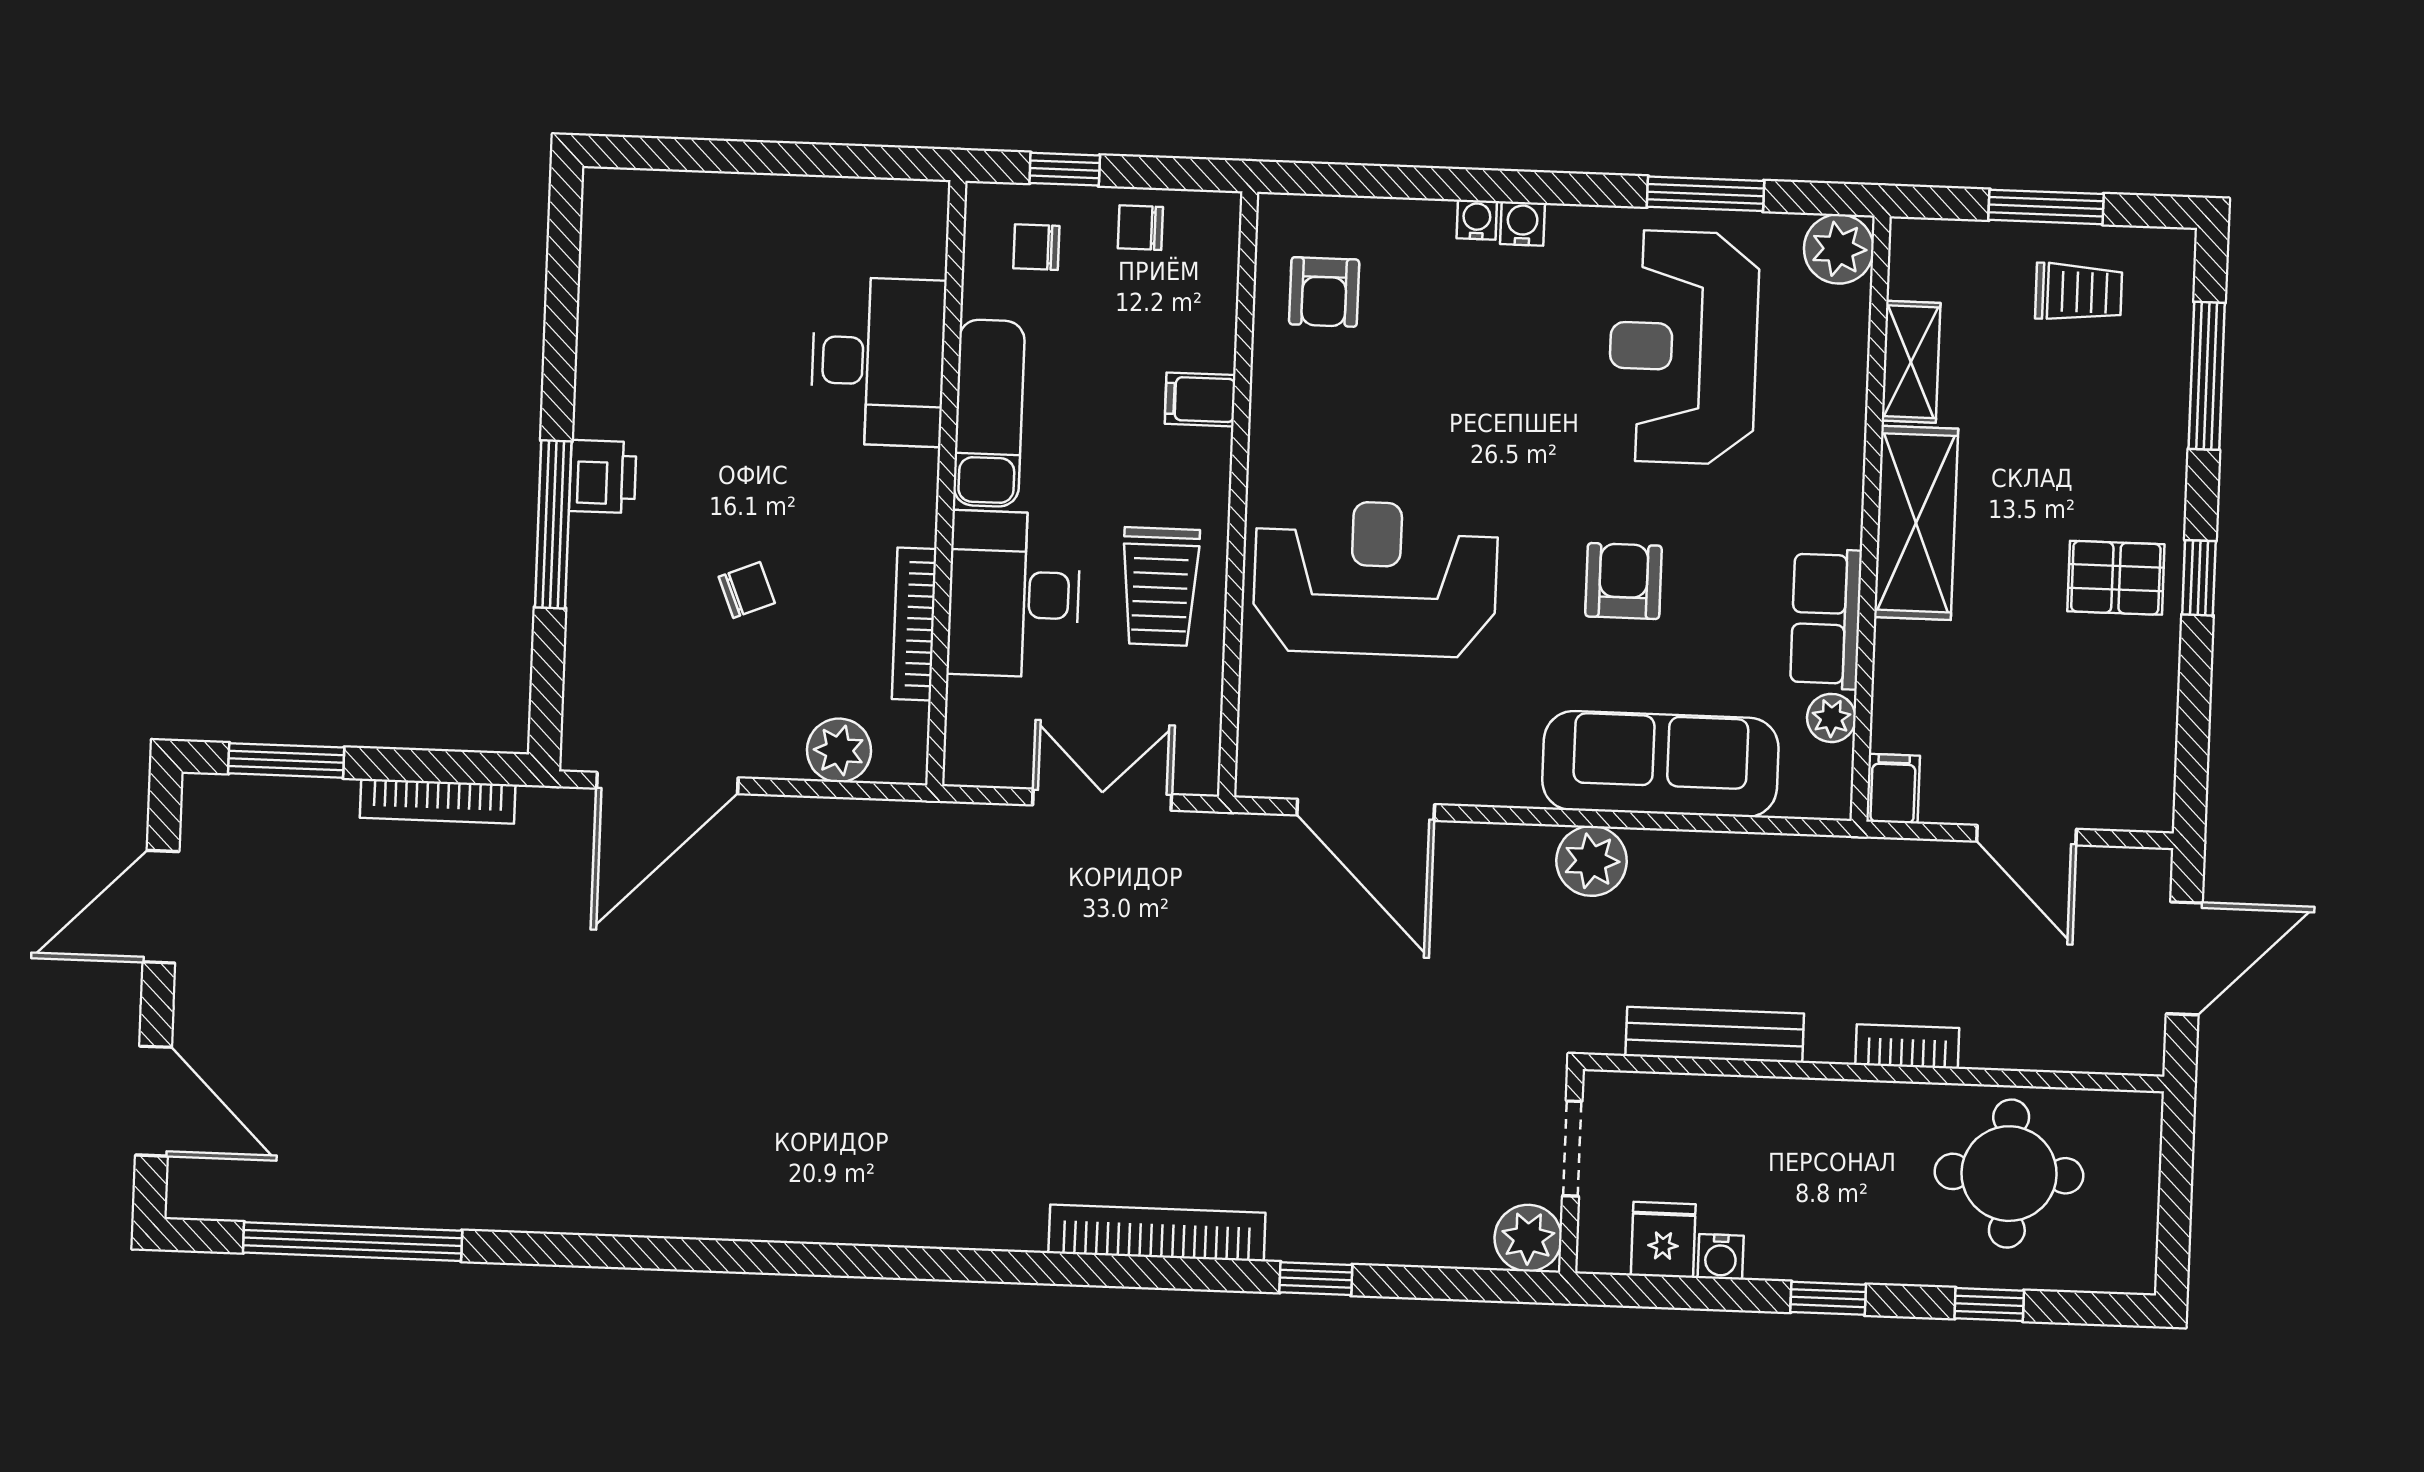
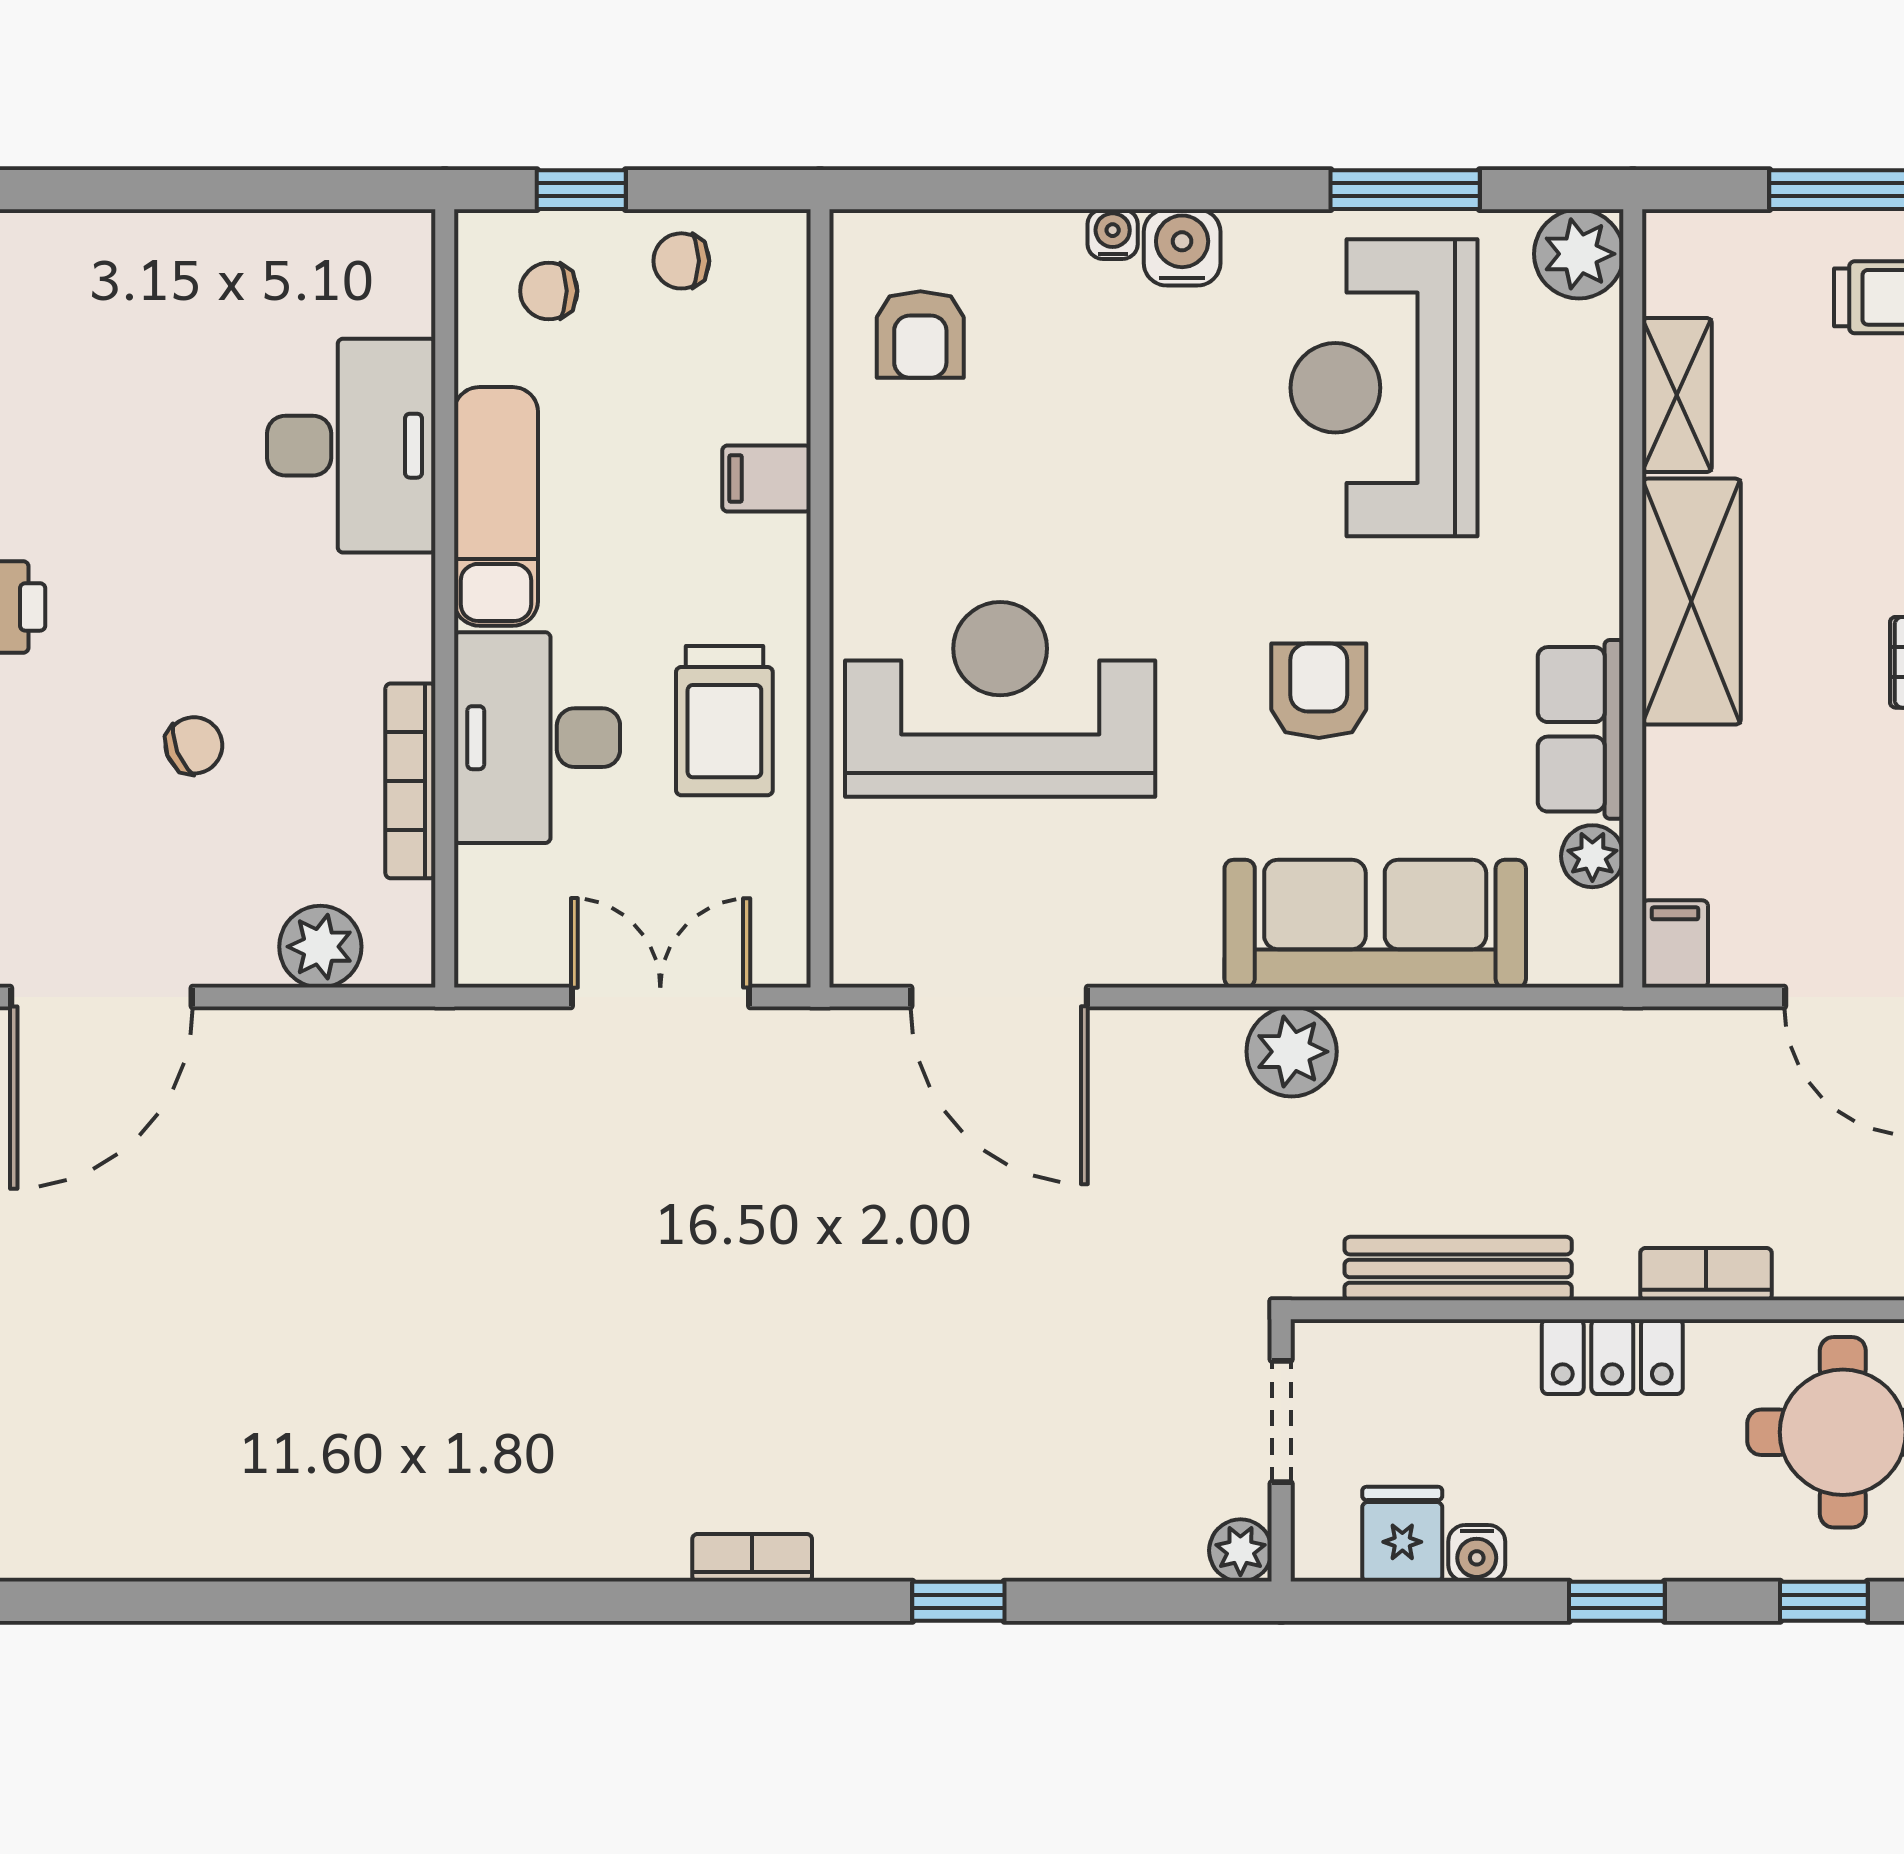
water cooler: (1522, 224) -> (1182, 247), width x1.38, depth x1.38
locker: (1832, 1108) -> (1612, 1357), added
bookcase: (1157, 1233) -> (752, 1558), width x0.43, depth x0.76
plant: (1528, 1238) -> (1240, 1550), width x0.73, depth x0.73

